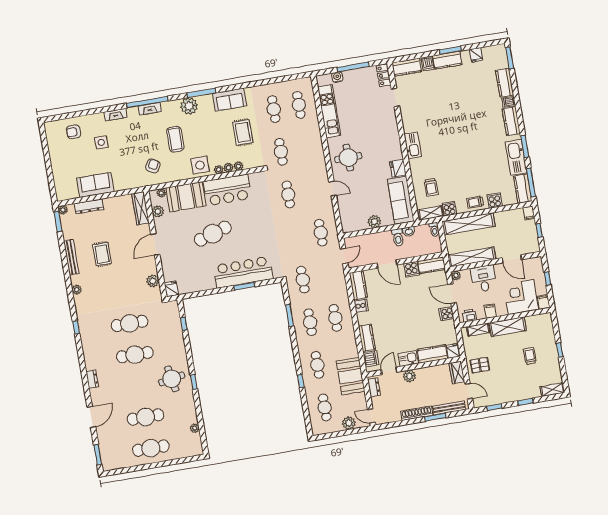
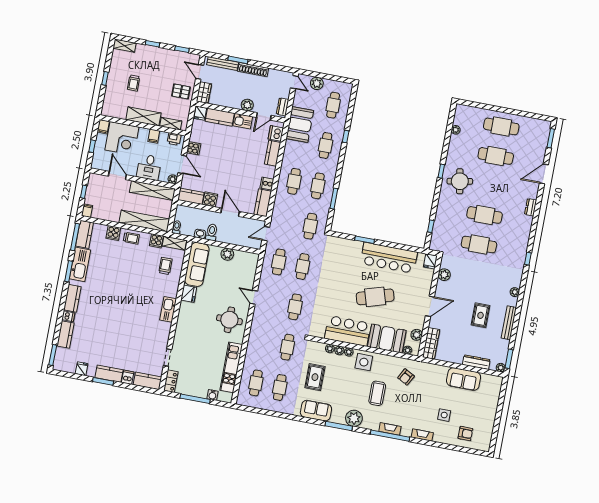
cafe table: (296, 237) -> (303, 266), added
bar counter: (243, 272) -> (389, 258), moved

